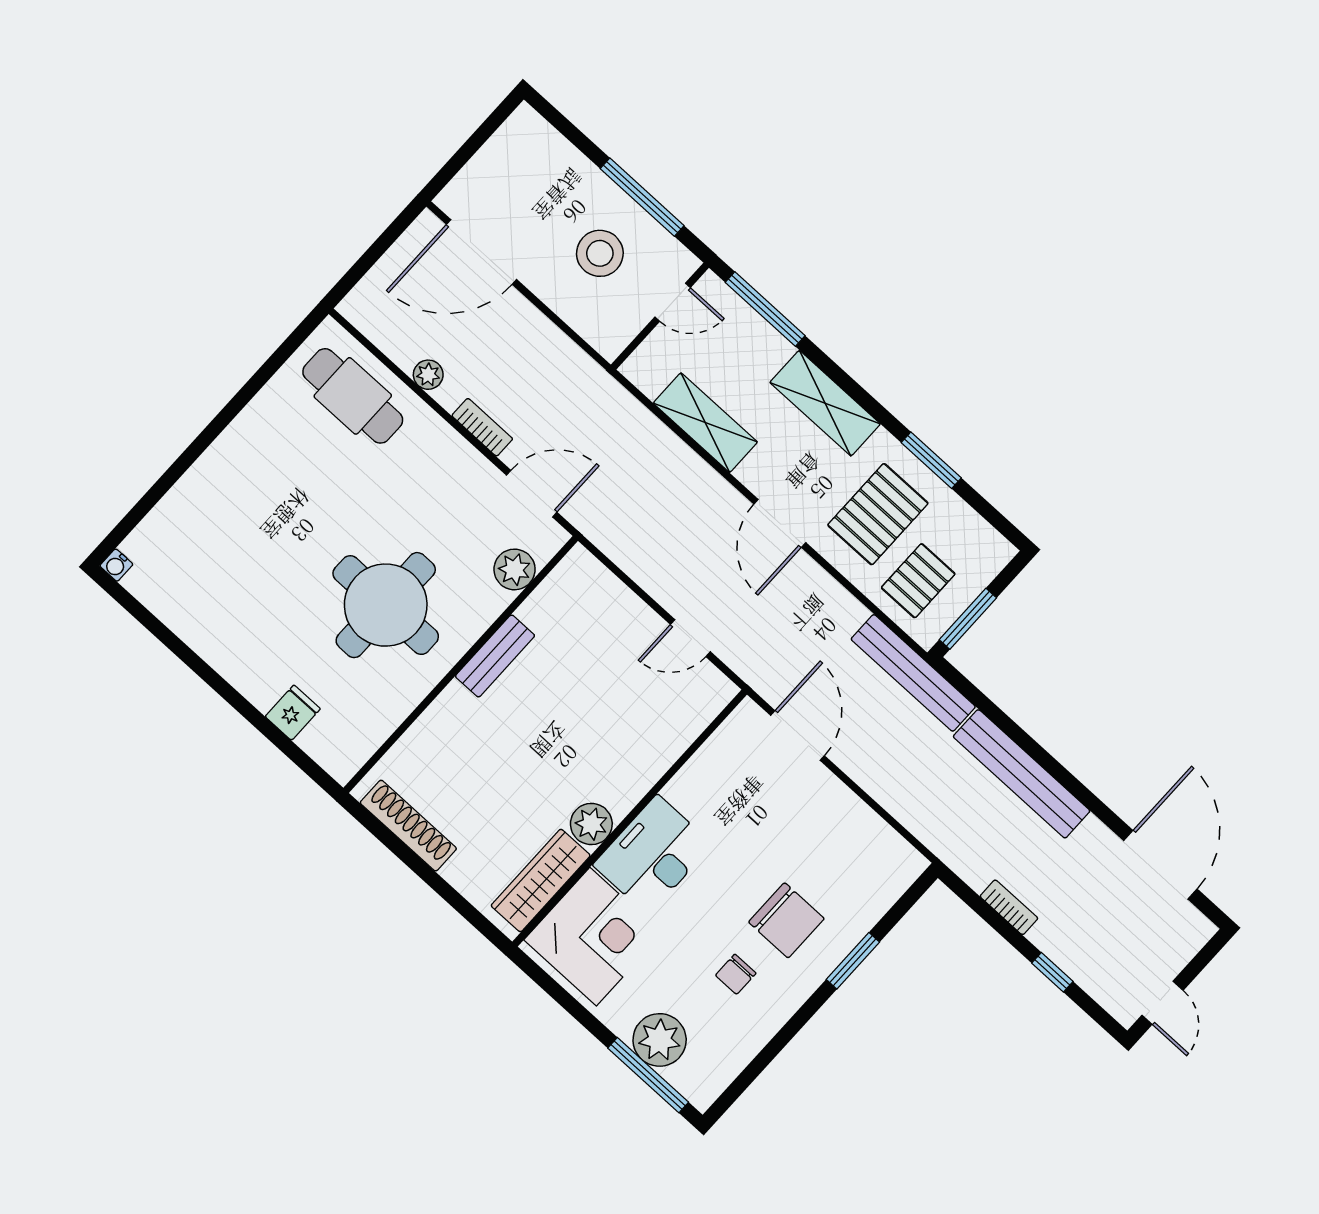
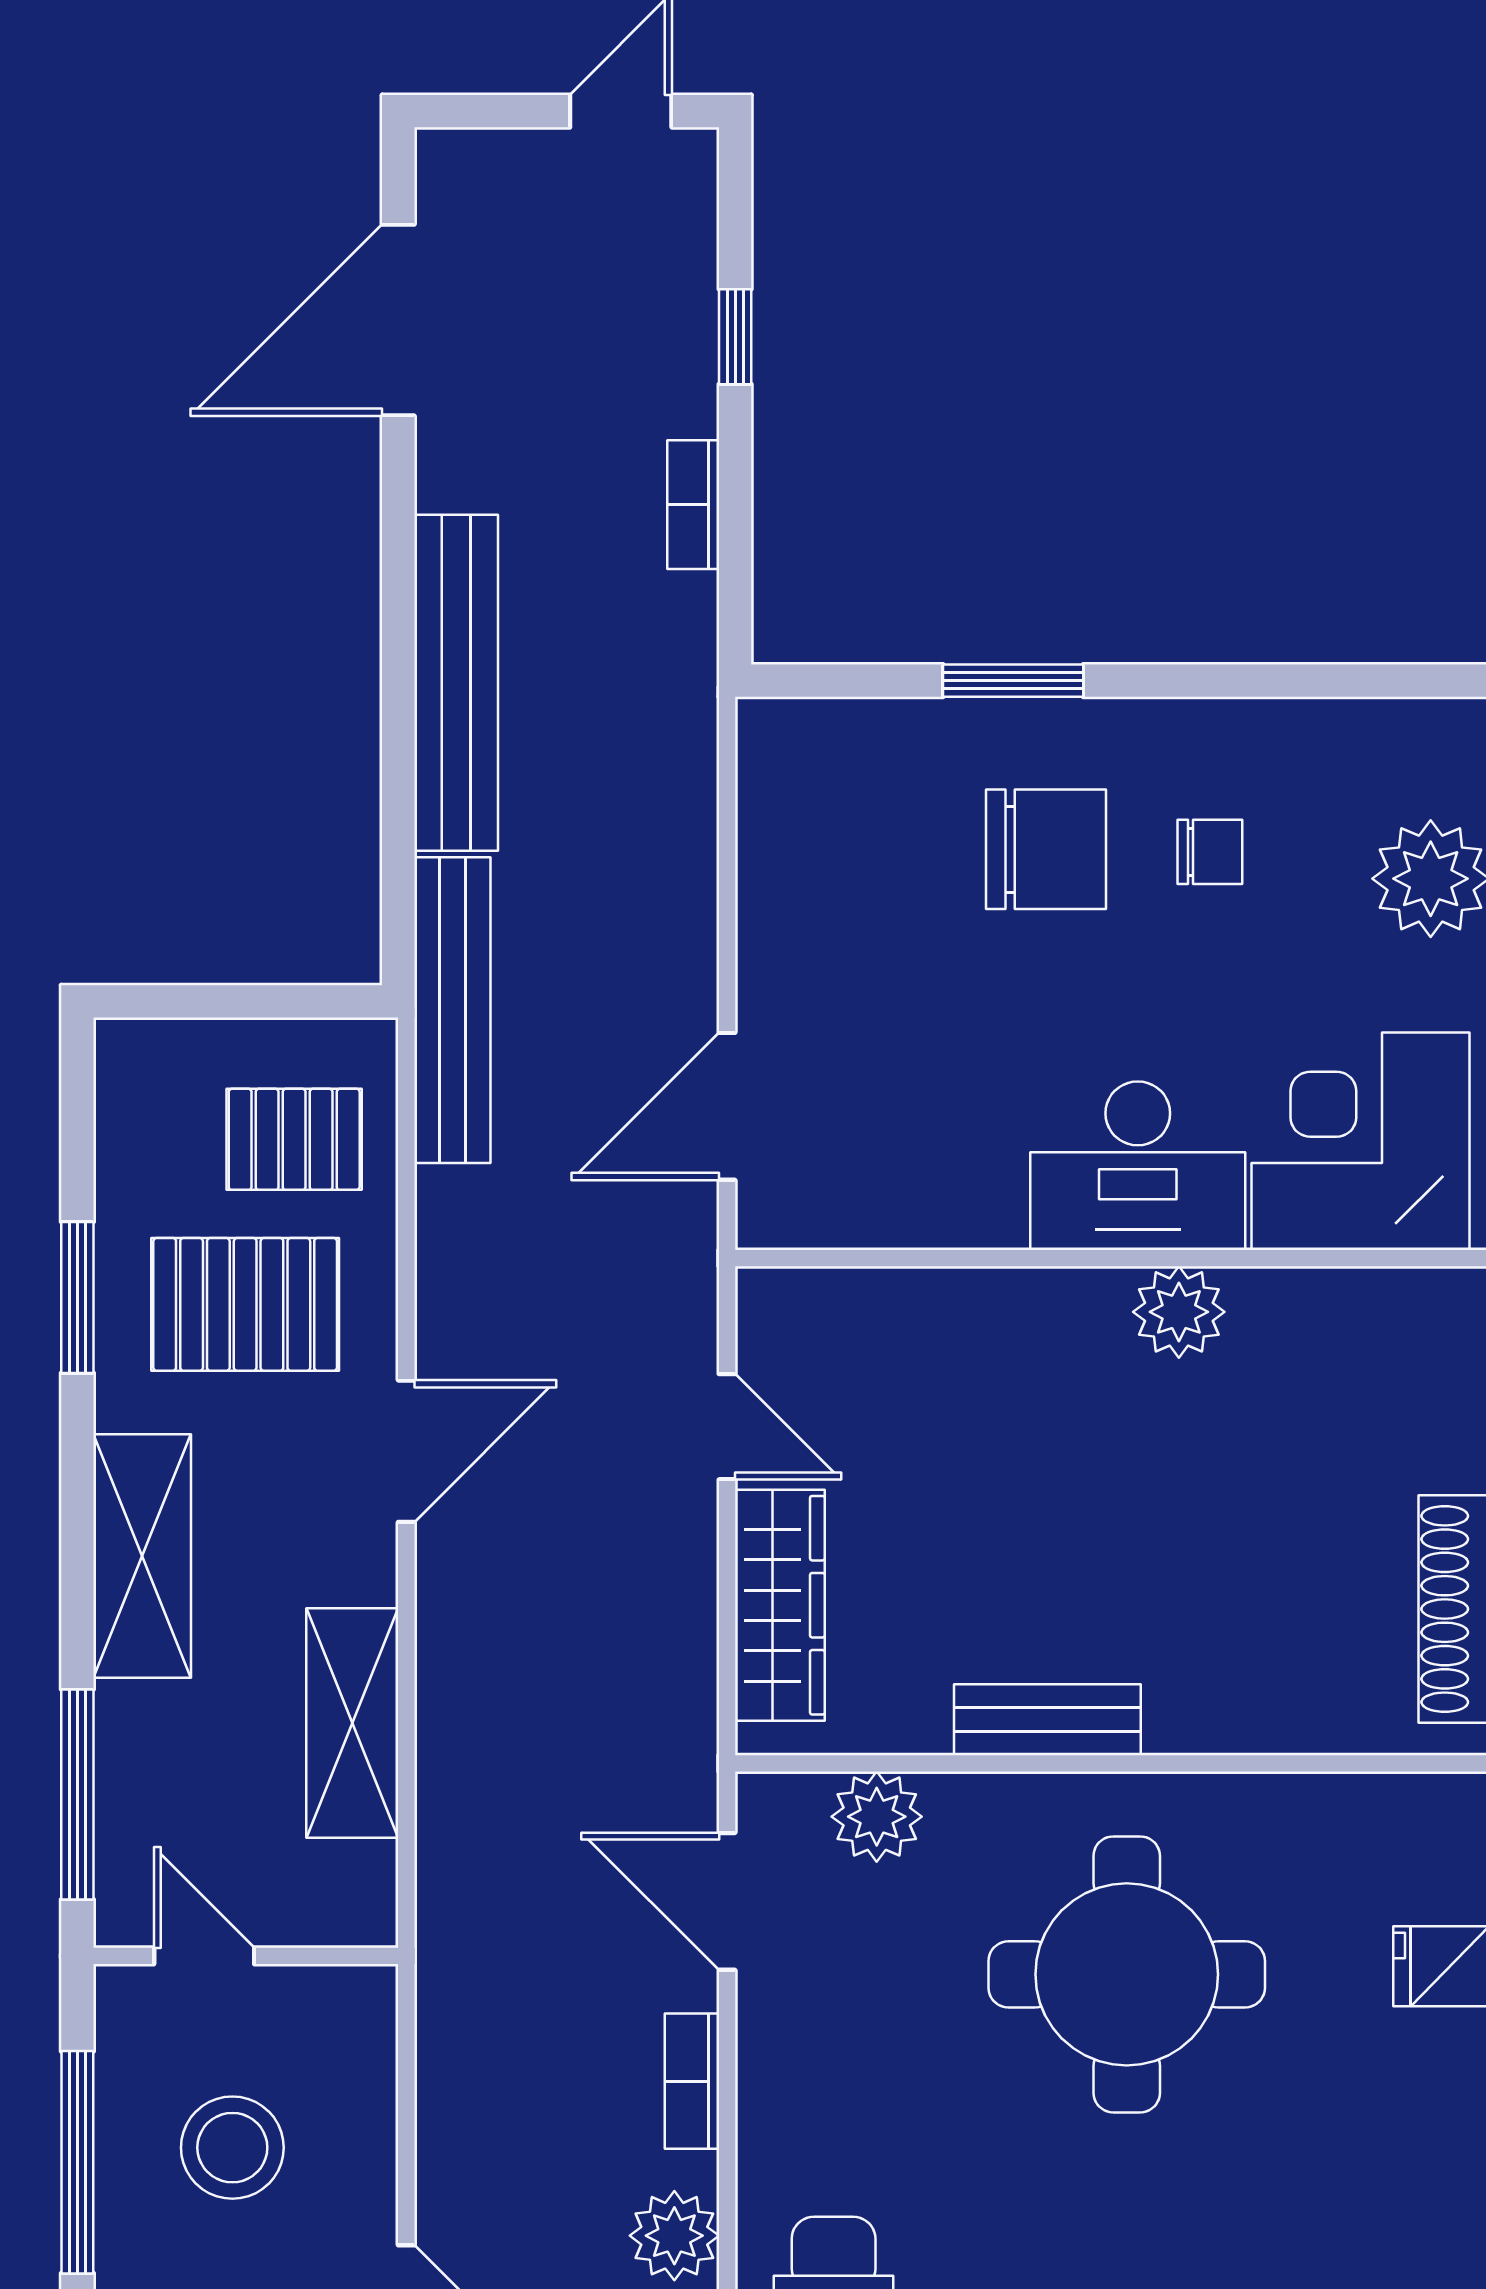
plant: (428, 375) -> (674, 2236), width x1.38, depth x1.38
window: (968, 619) -> (282, 1001), removed
wardrobe: (541, 880) -> (780, 1605), moved, turned -90
chair: (786, 920) -> (1046, 849), turned 90

